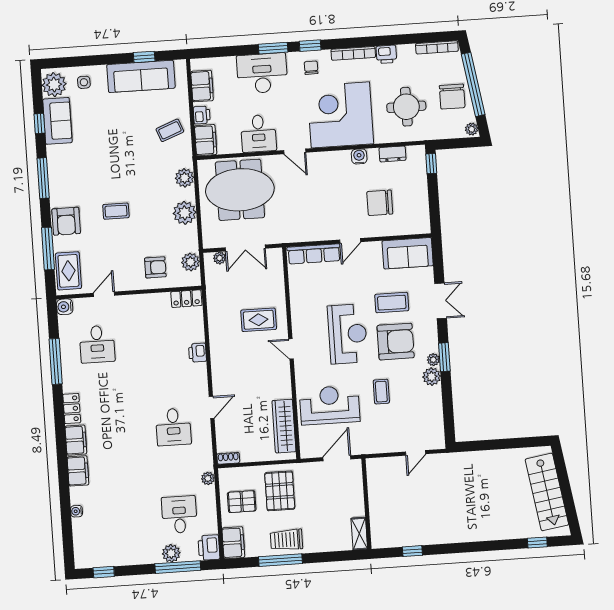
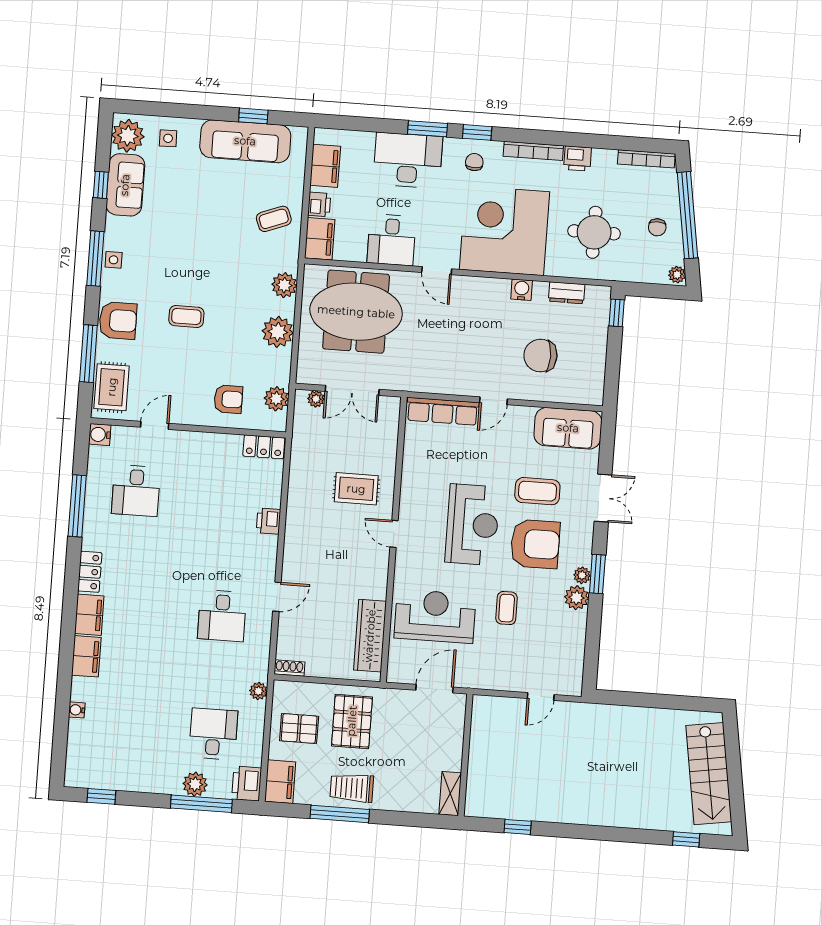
chair: (452, 97) -> (657, 227), width x0.54, depth x0.54
side table: (57, 177) -> (114, 260), added
armchair: (66, 221) -> (118, 321), turned -90

